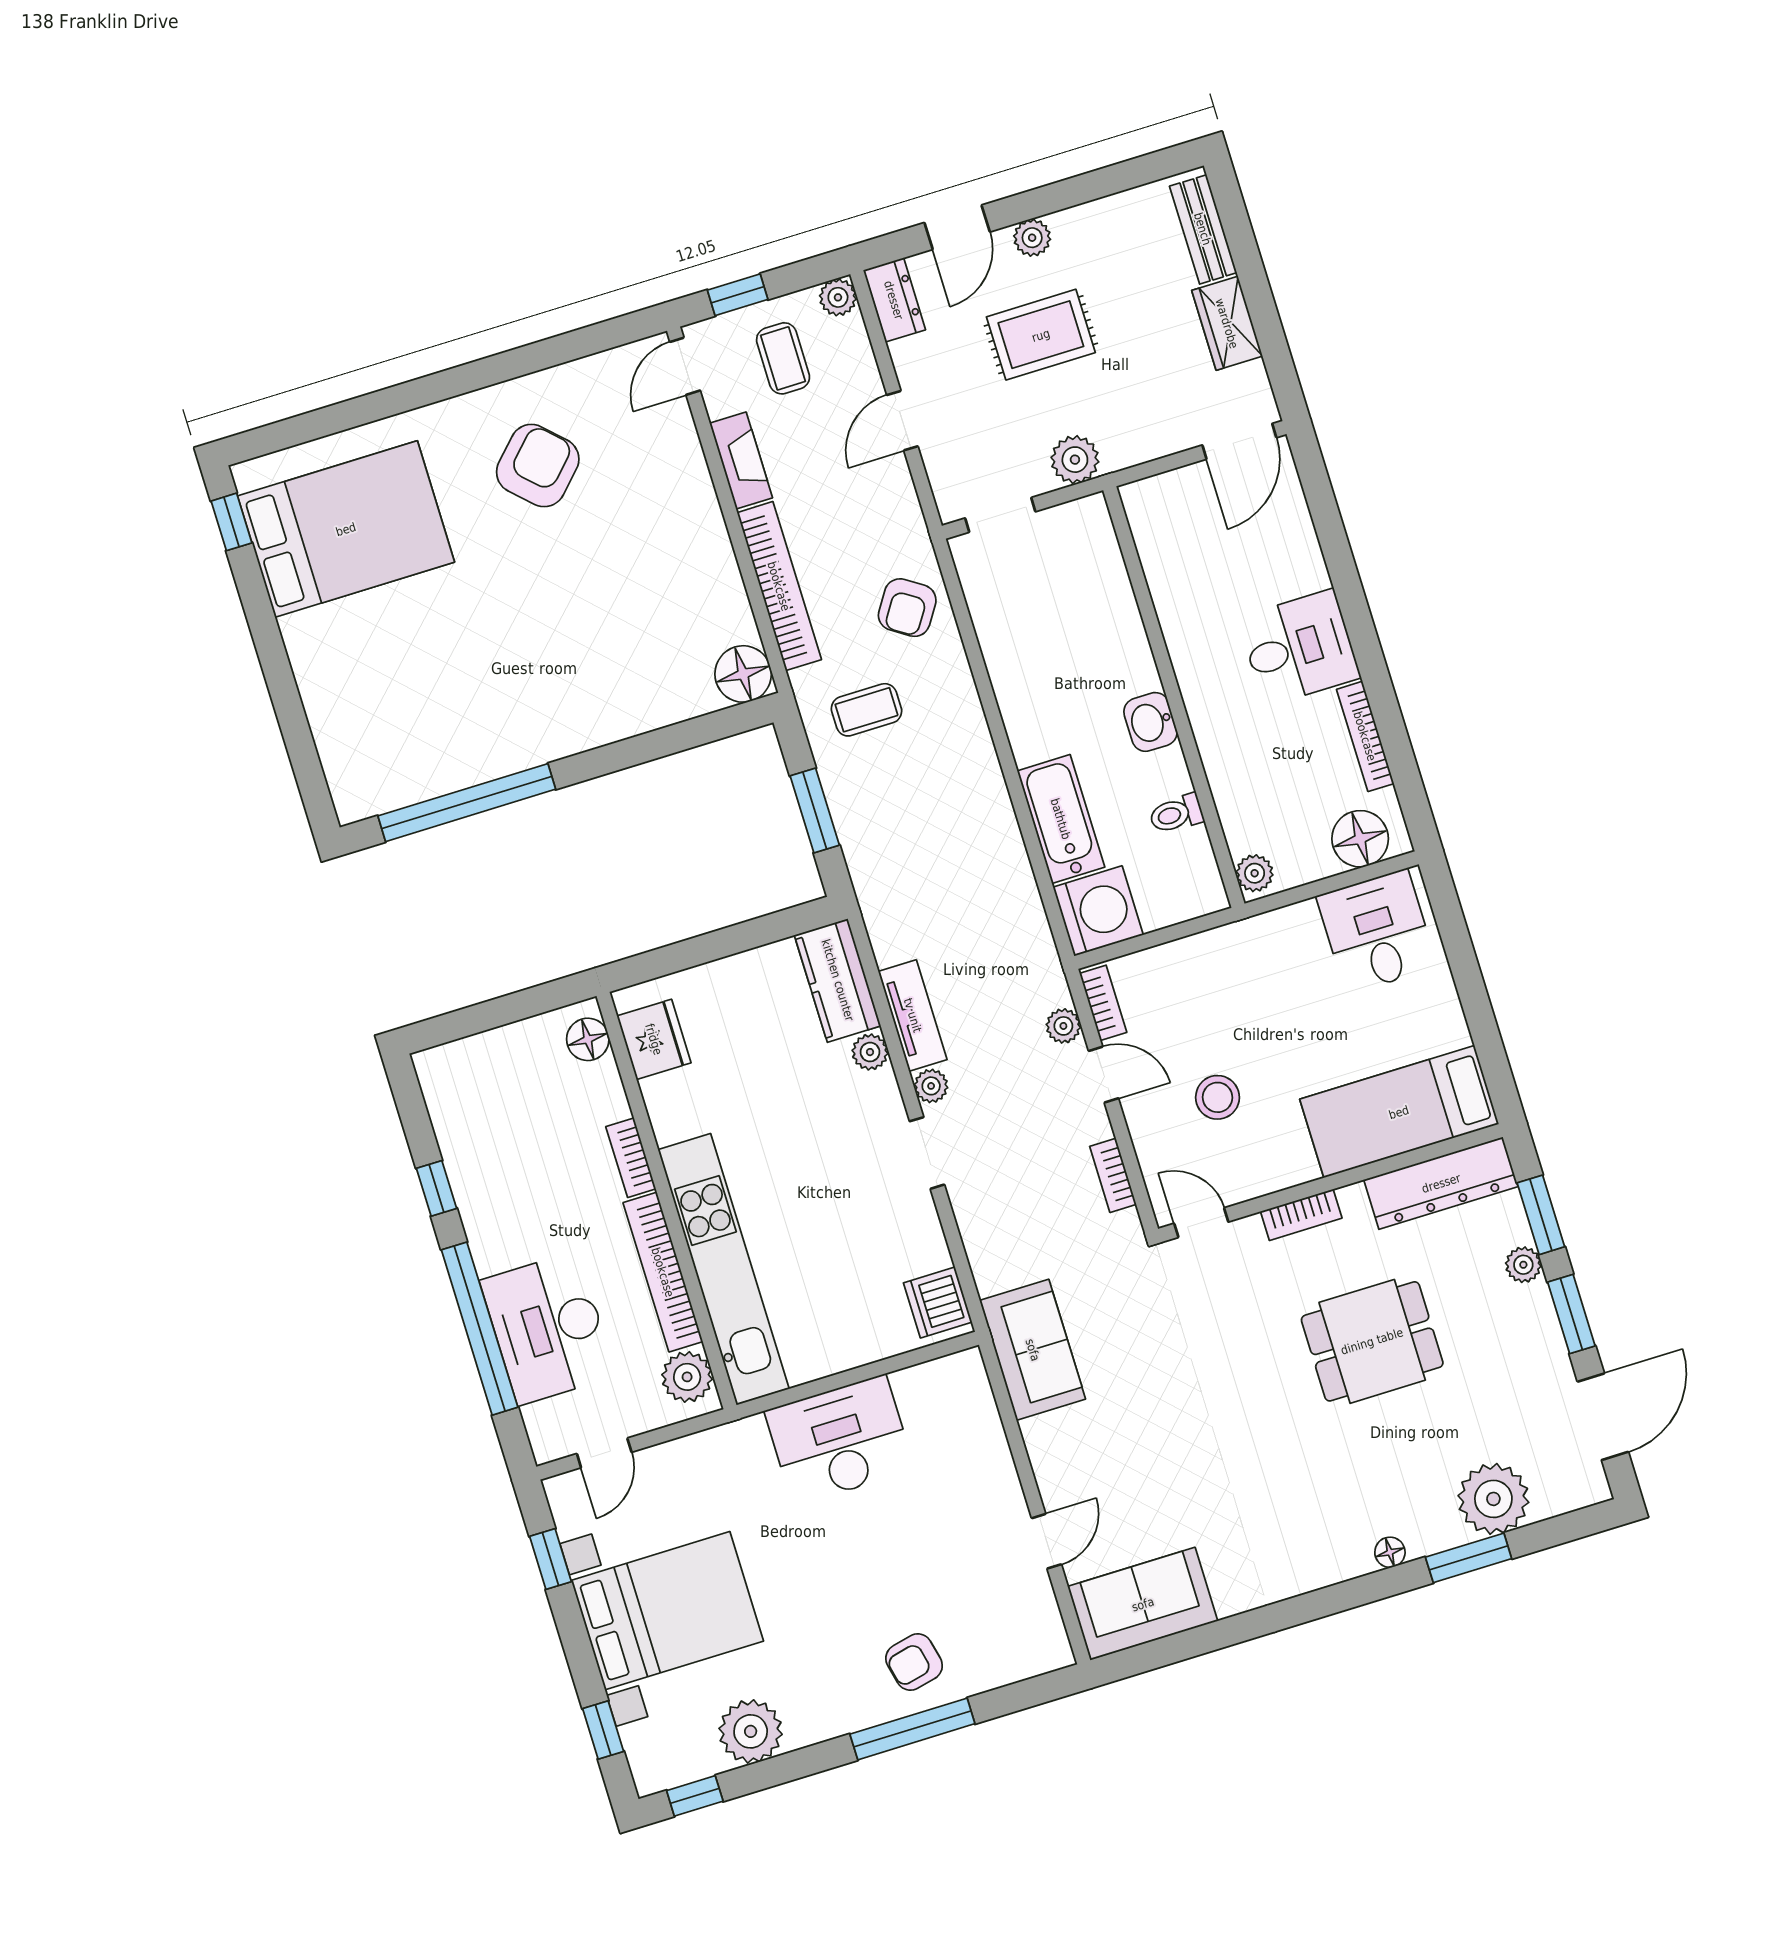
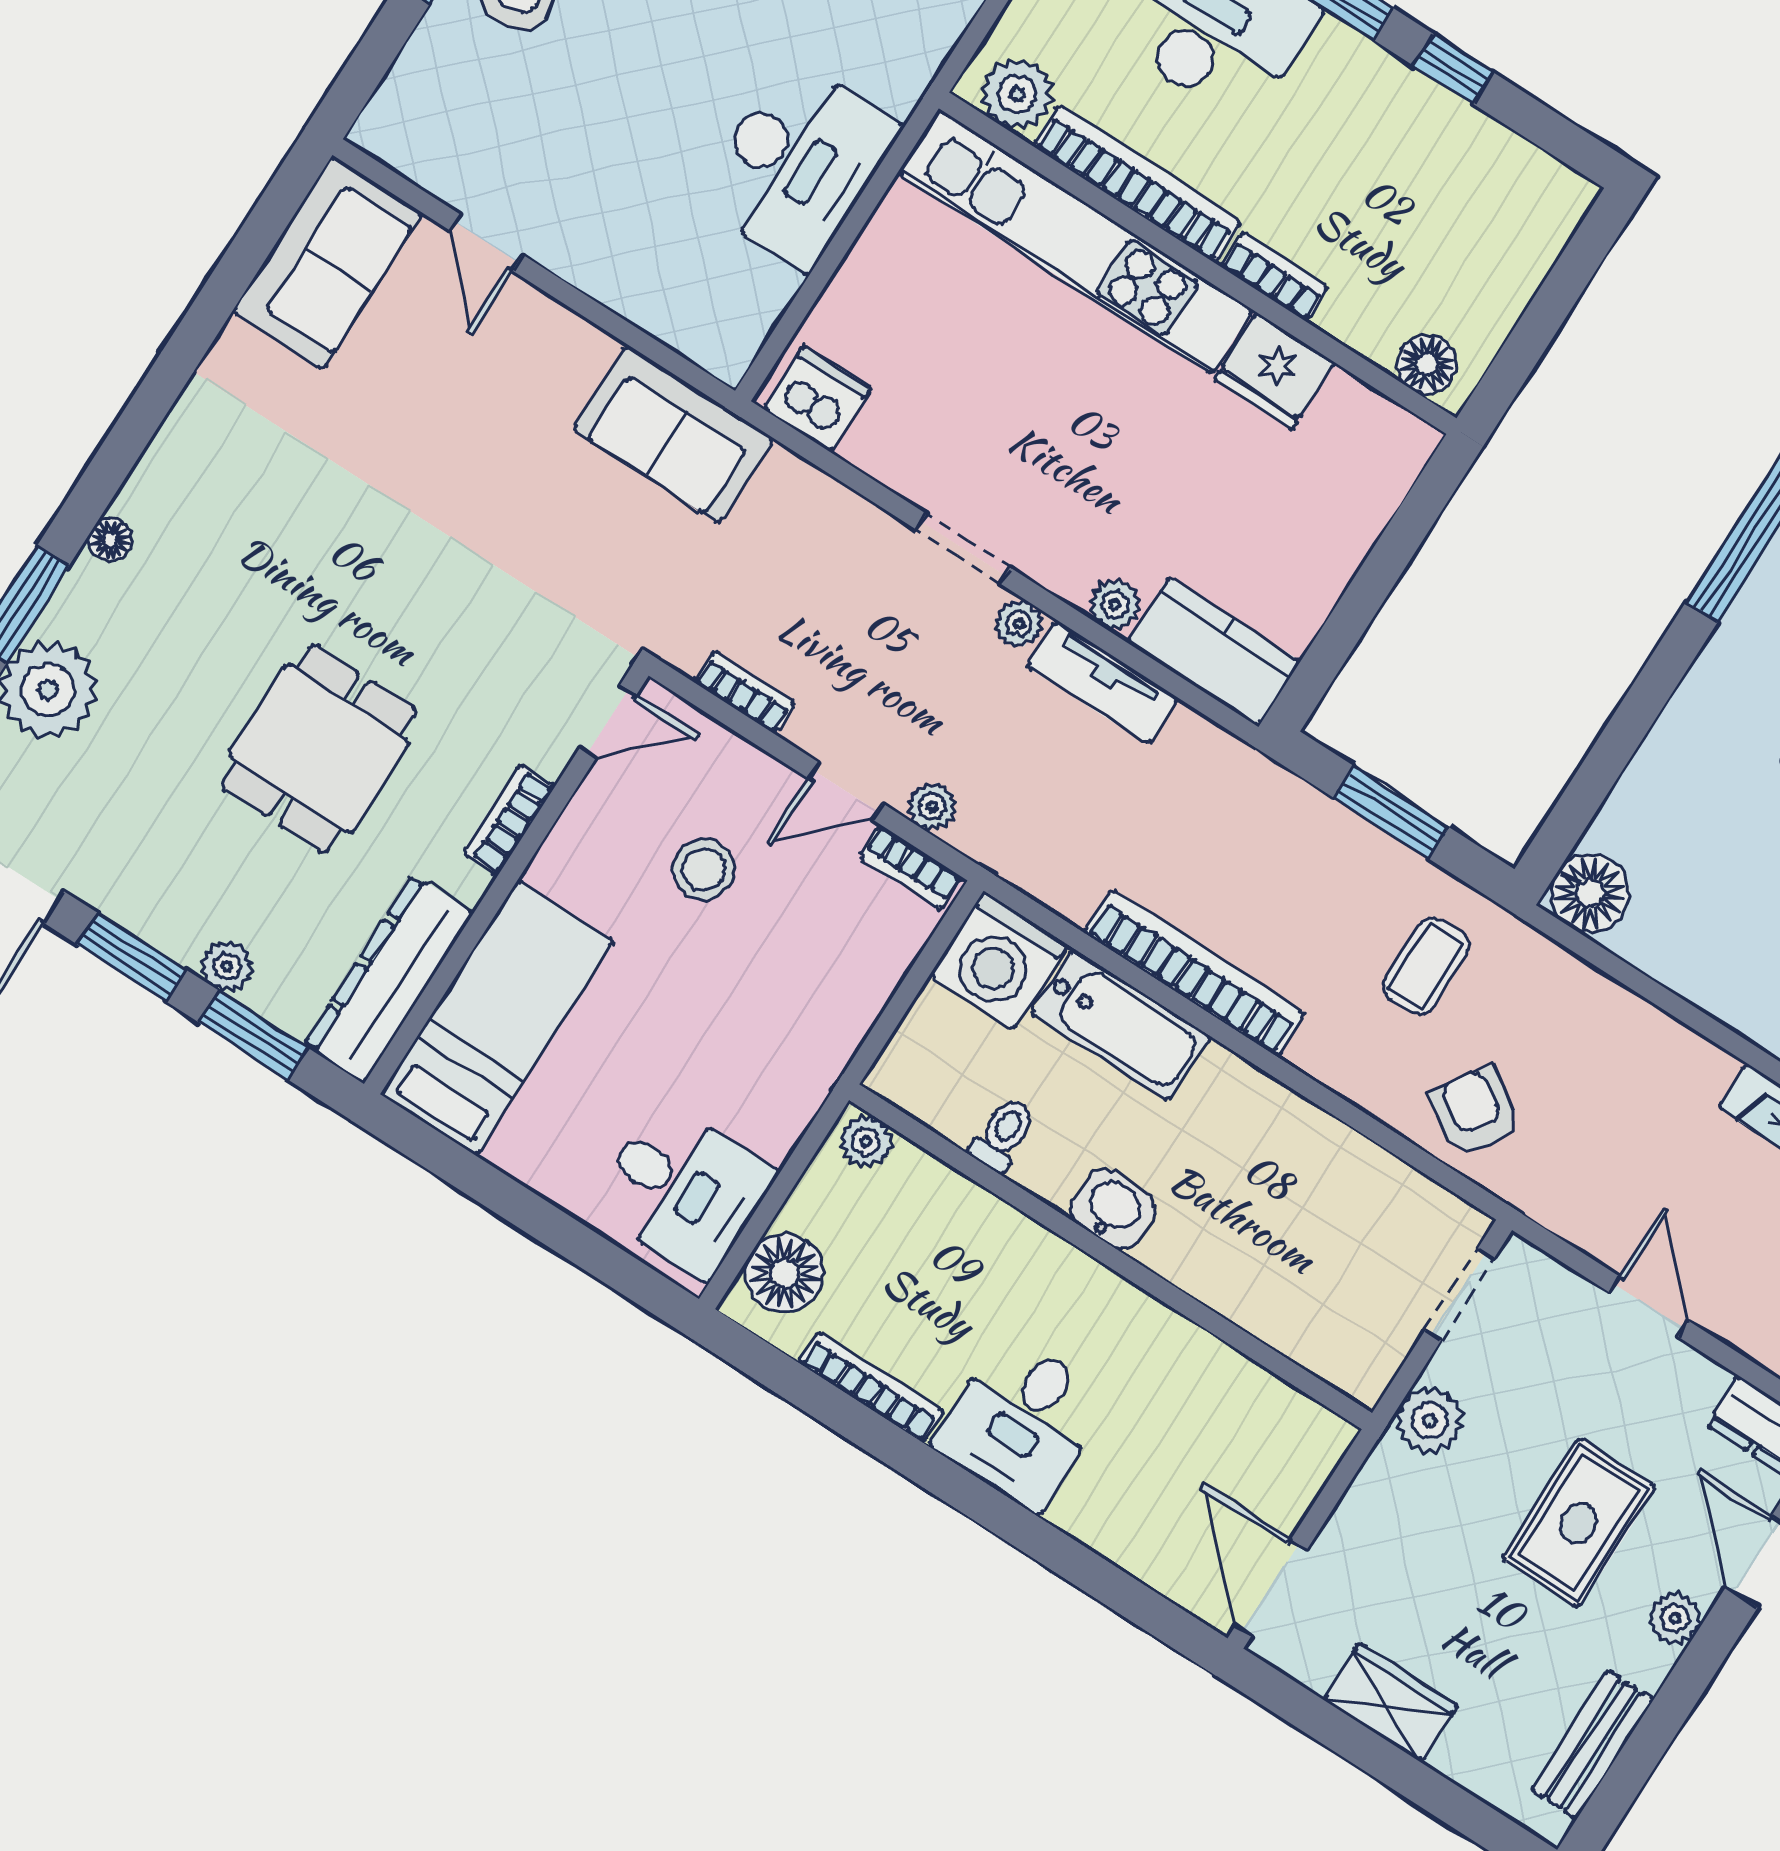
bench: (1203, 229) -> (1592, 1745), moved, turned 90
bookcase: (779, 586) -> (1195, 973), moved, turned 180
fridge: (654, 1039) -> (1275, 371), moved

